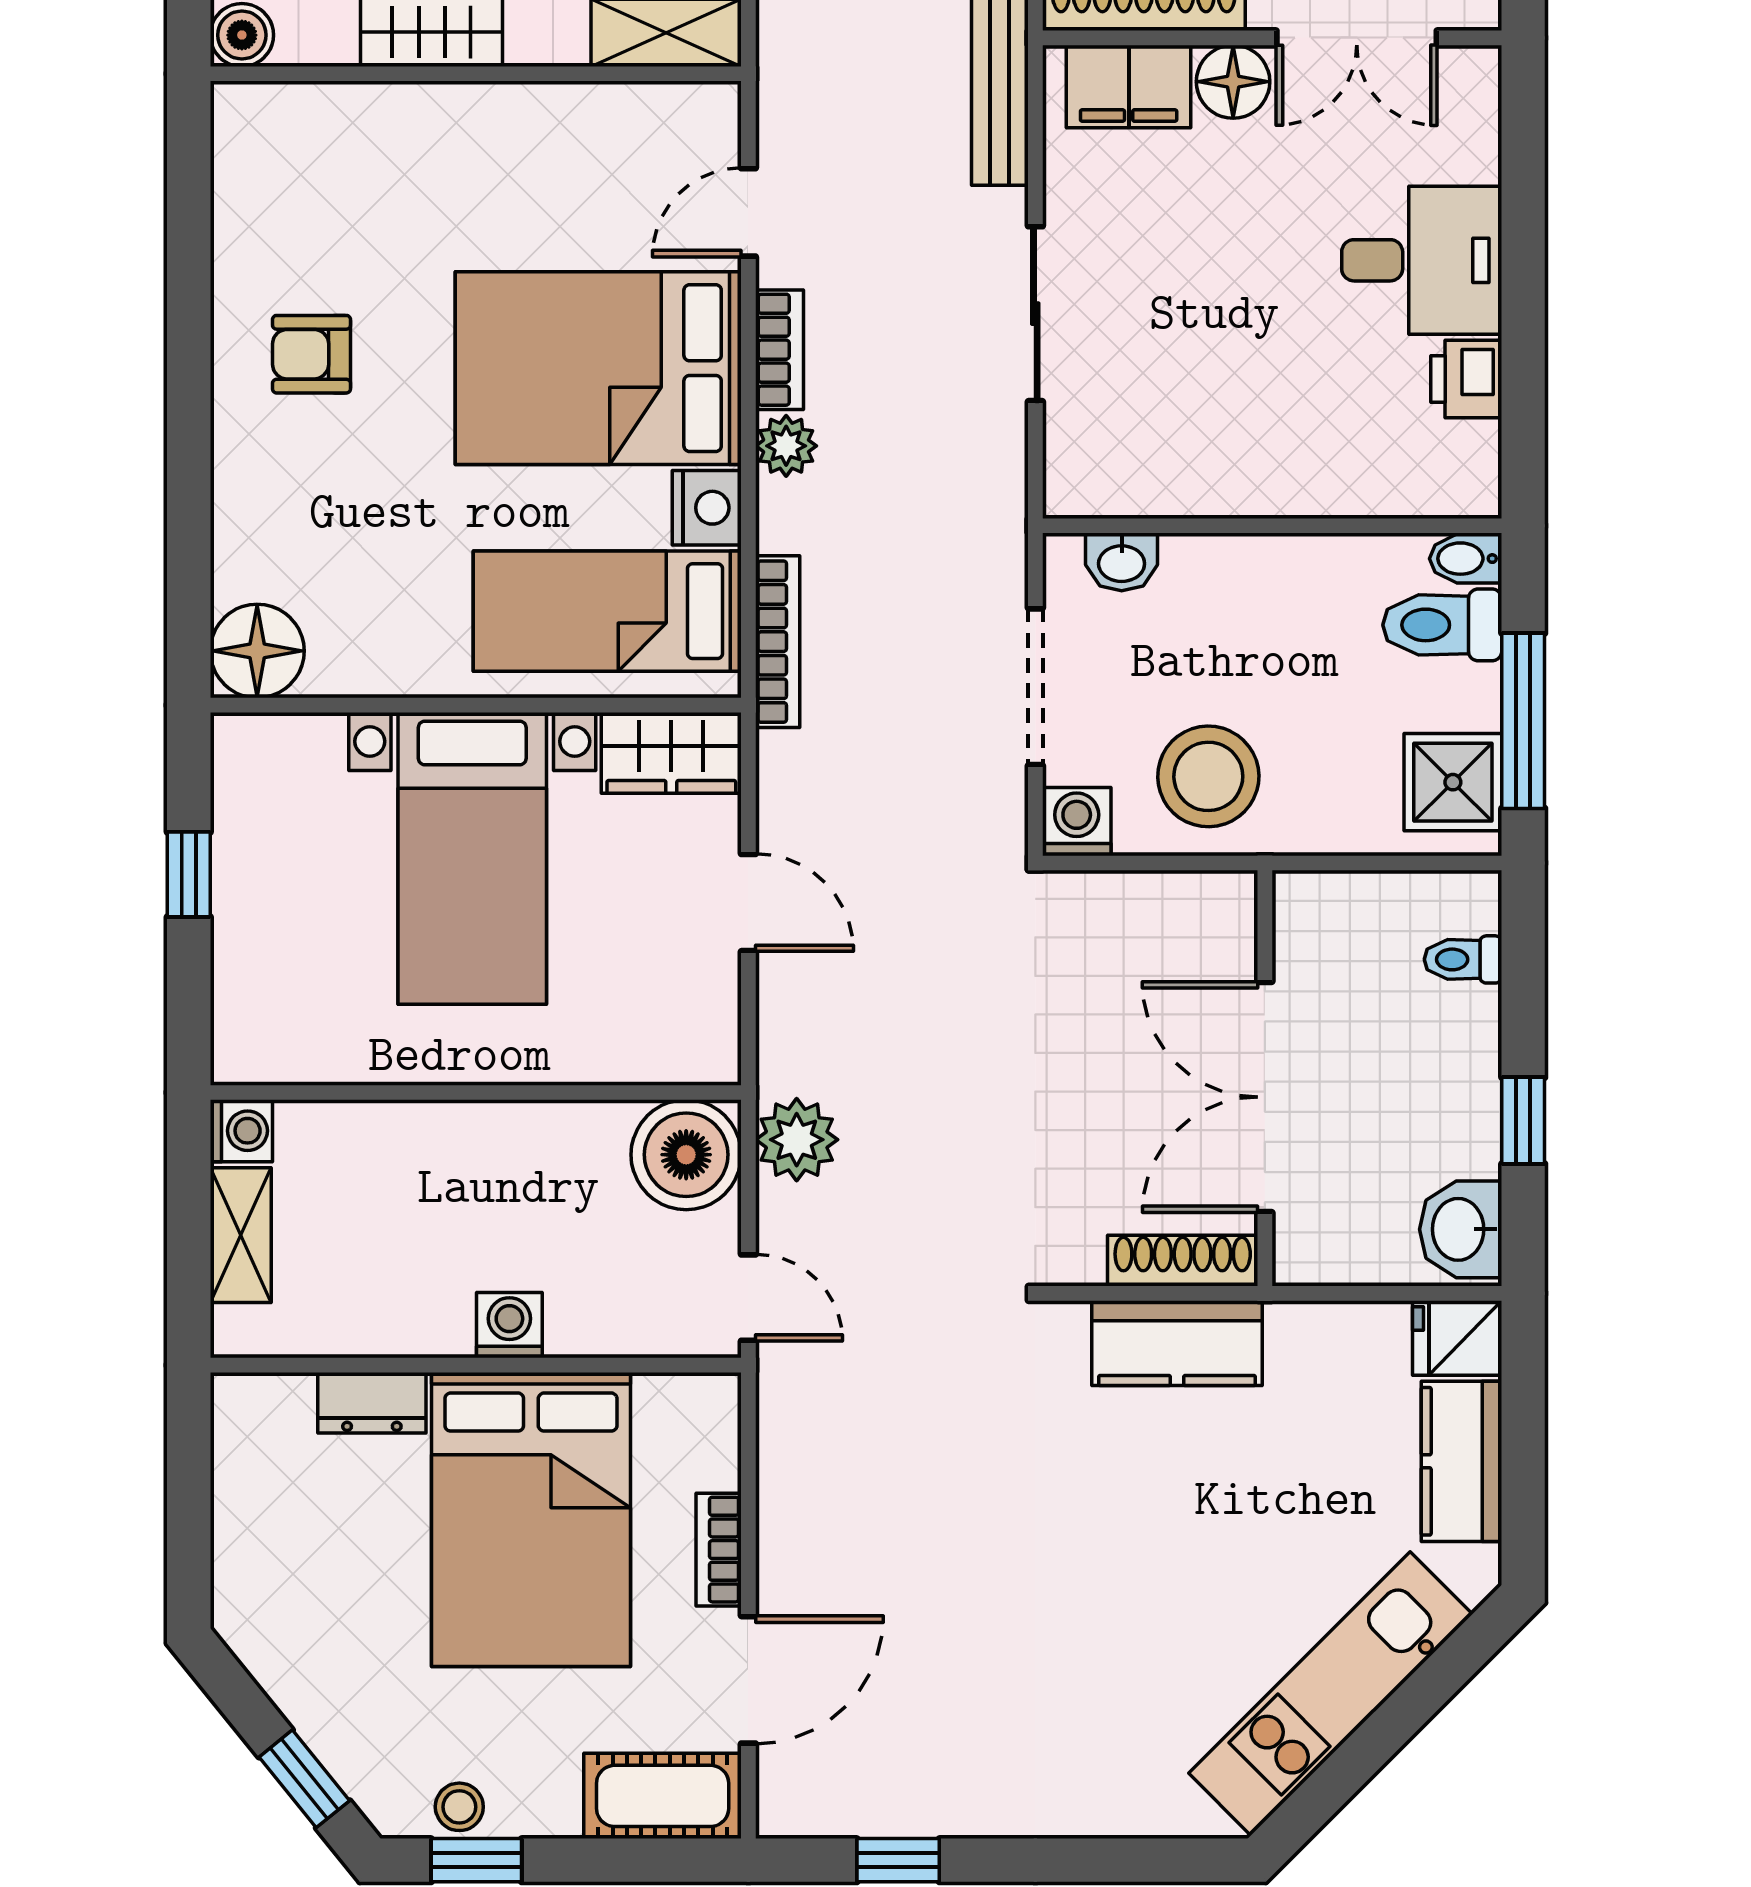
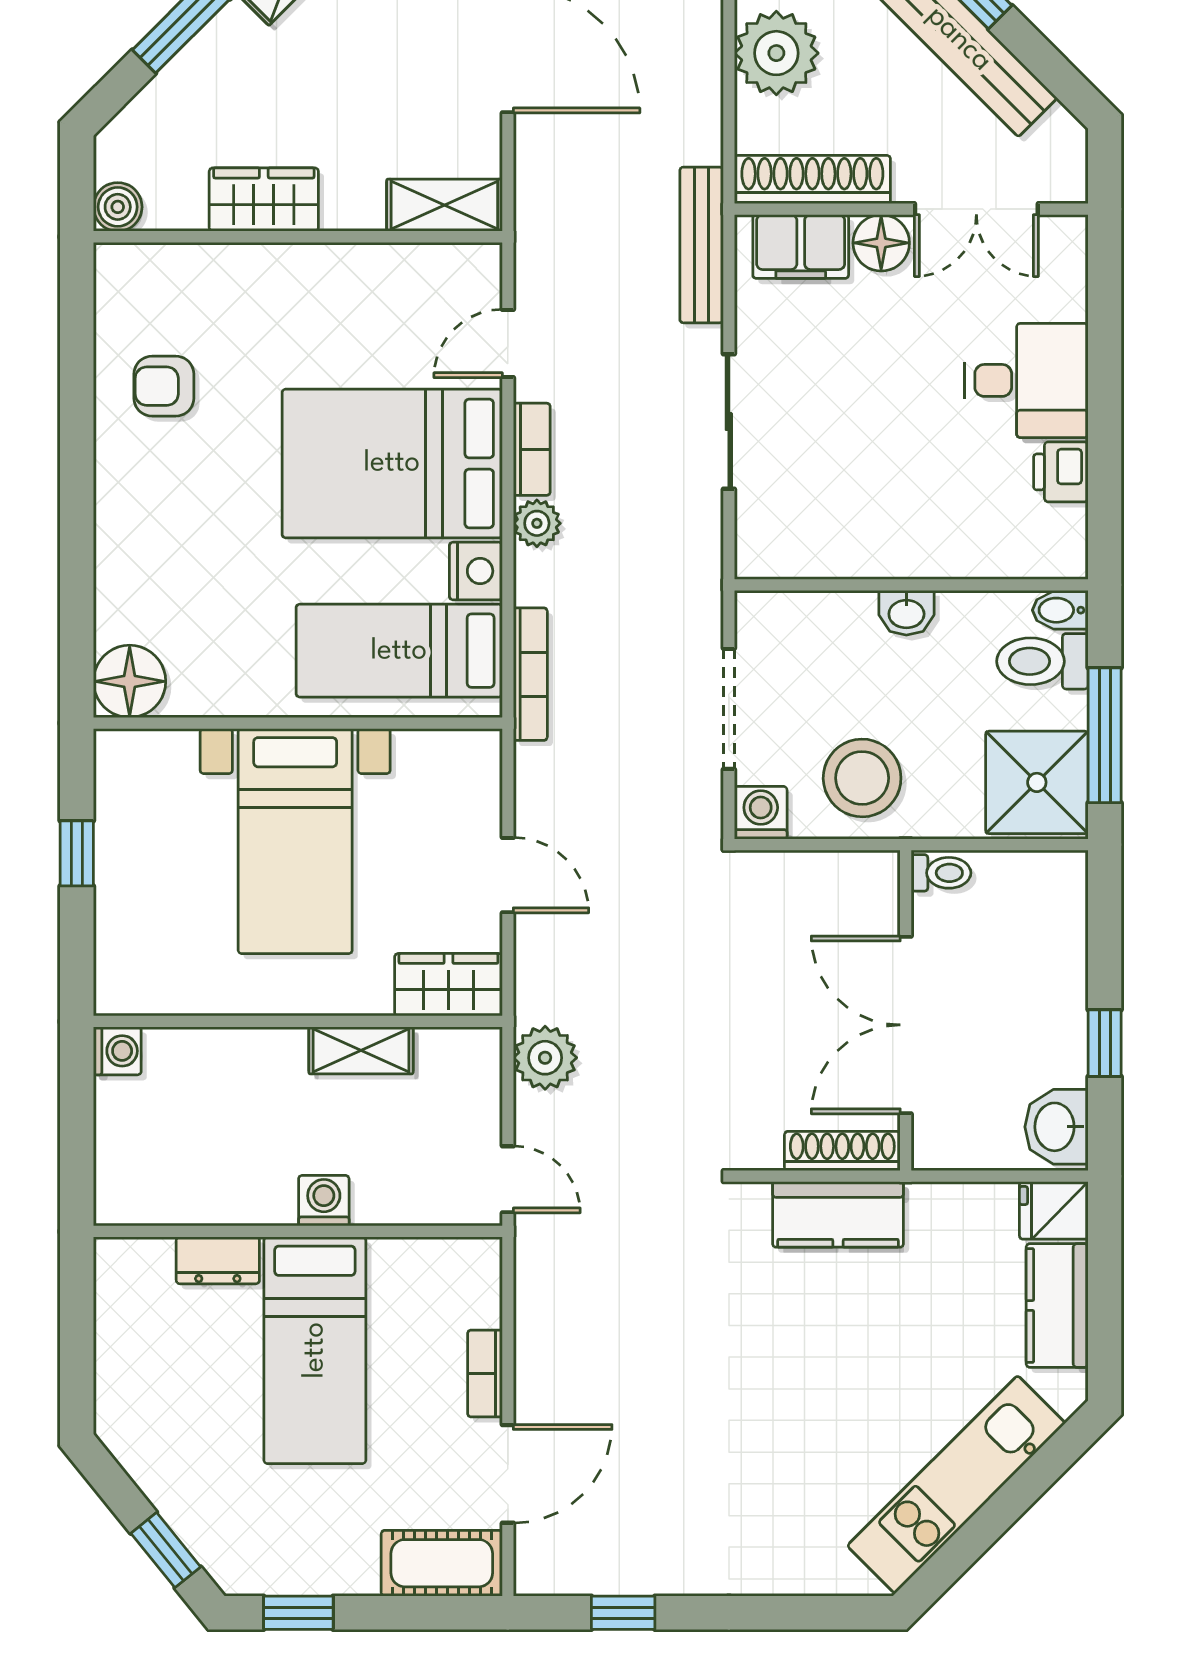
armchair: (311, 354) -> (164, 386), moved
washbasin: (1122, 562) -> (906, 613), moved
wardrobe: (671, 753) -> (448, 985), moved, turned 180
shower: (1453, 782) -> (1037, 782), width x1.36, depth x1.36
toilet: (1463, 959) -> (941, 873), moved, turned 180
boiler: (686, 1155) -> (460, 1069), removed
shelving: (241, 1235) -> (361, 1050), moved, turned 90
bed: (531, 1519) -> (315, 1350), width x0.67
stool: (459, 1807) -> (285, 1572), removed

